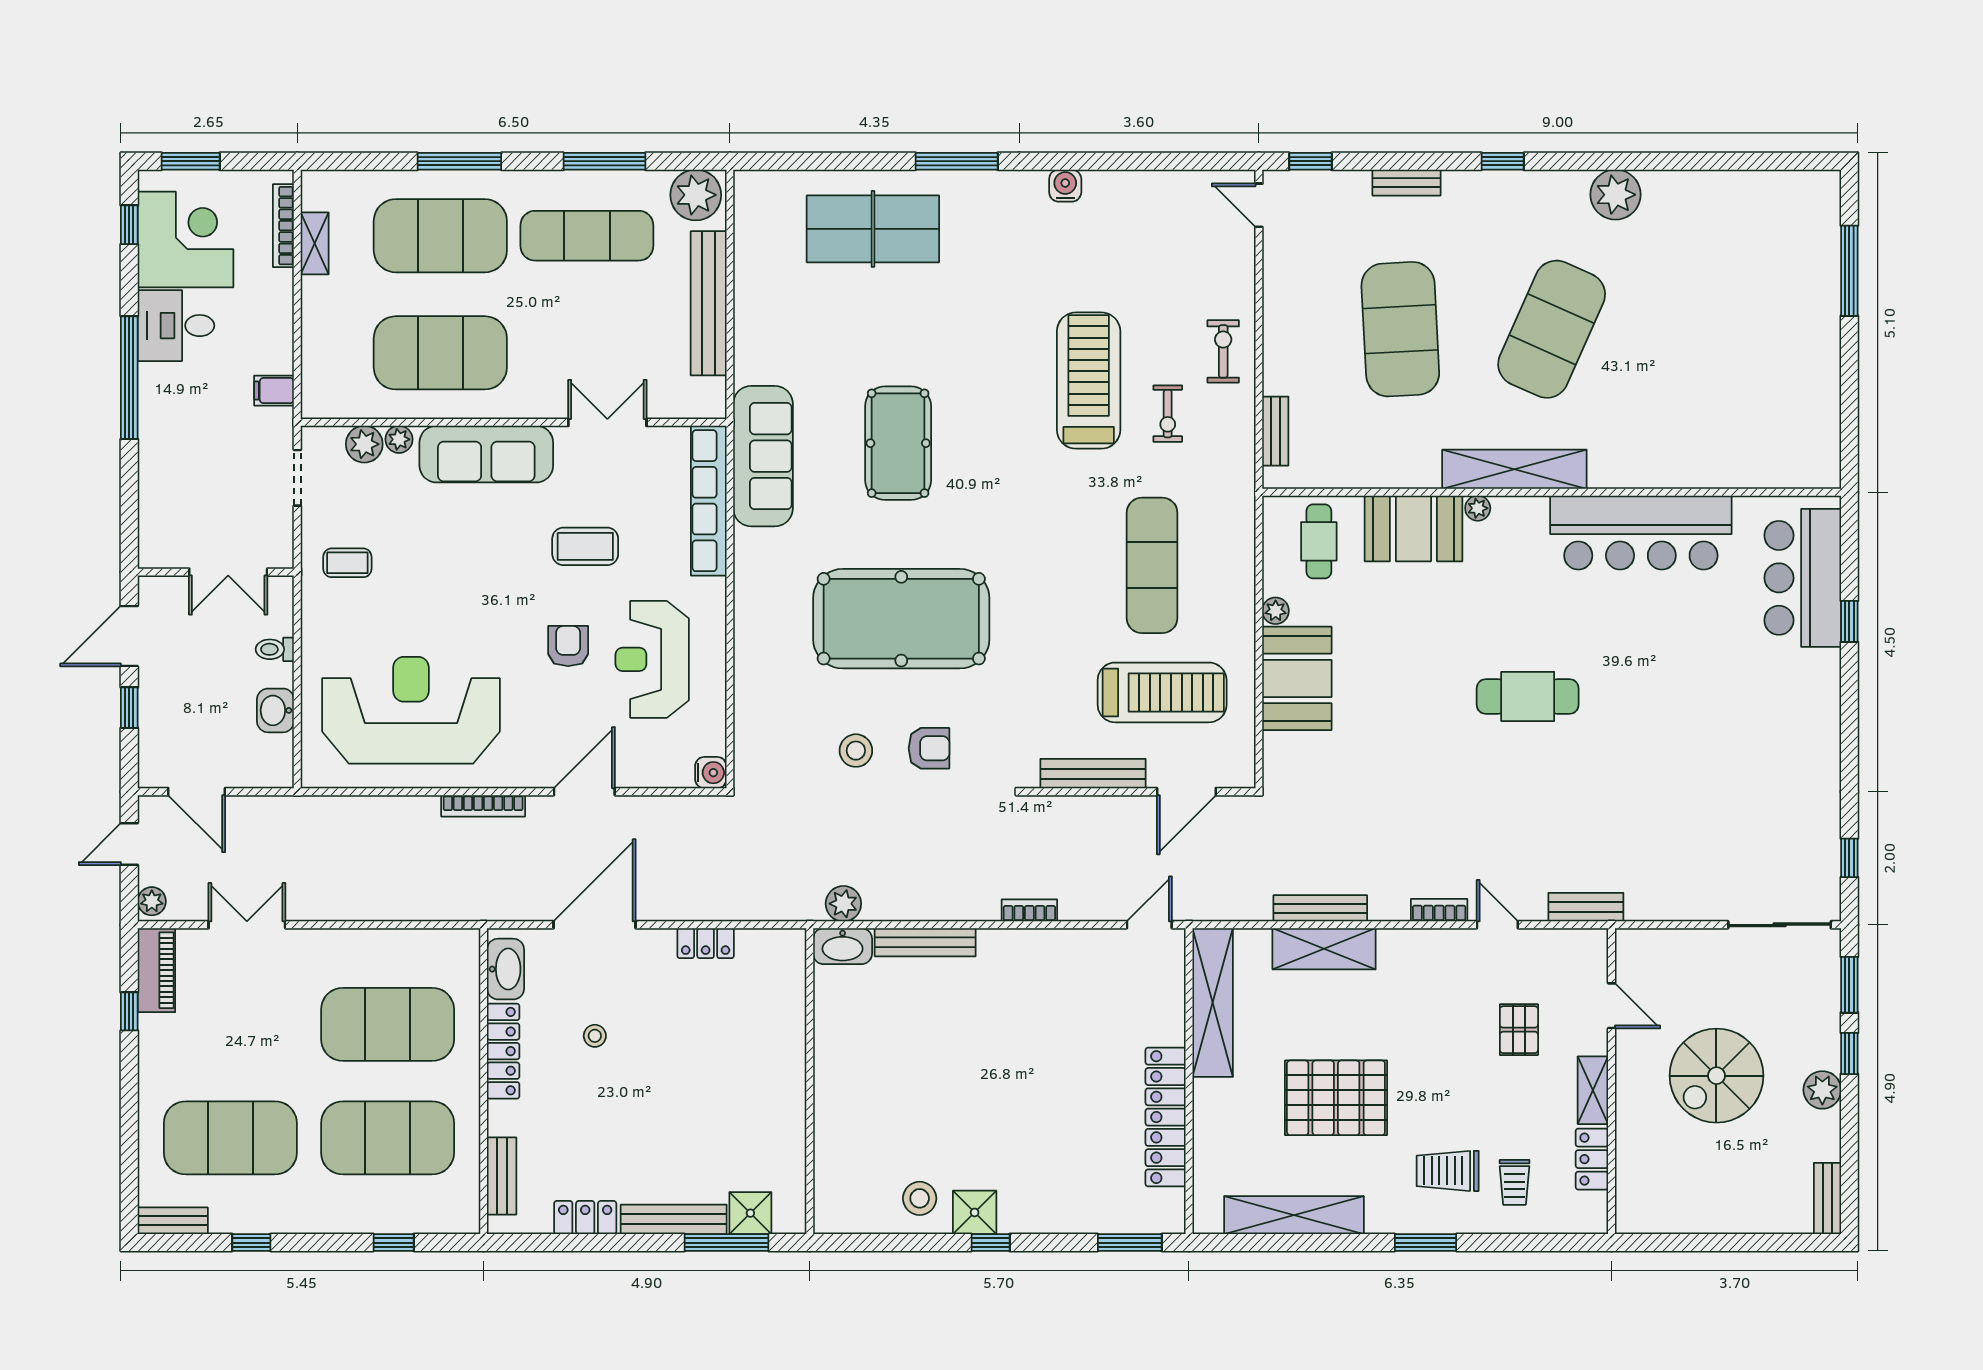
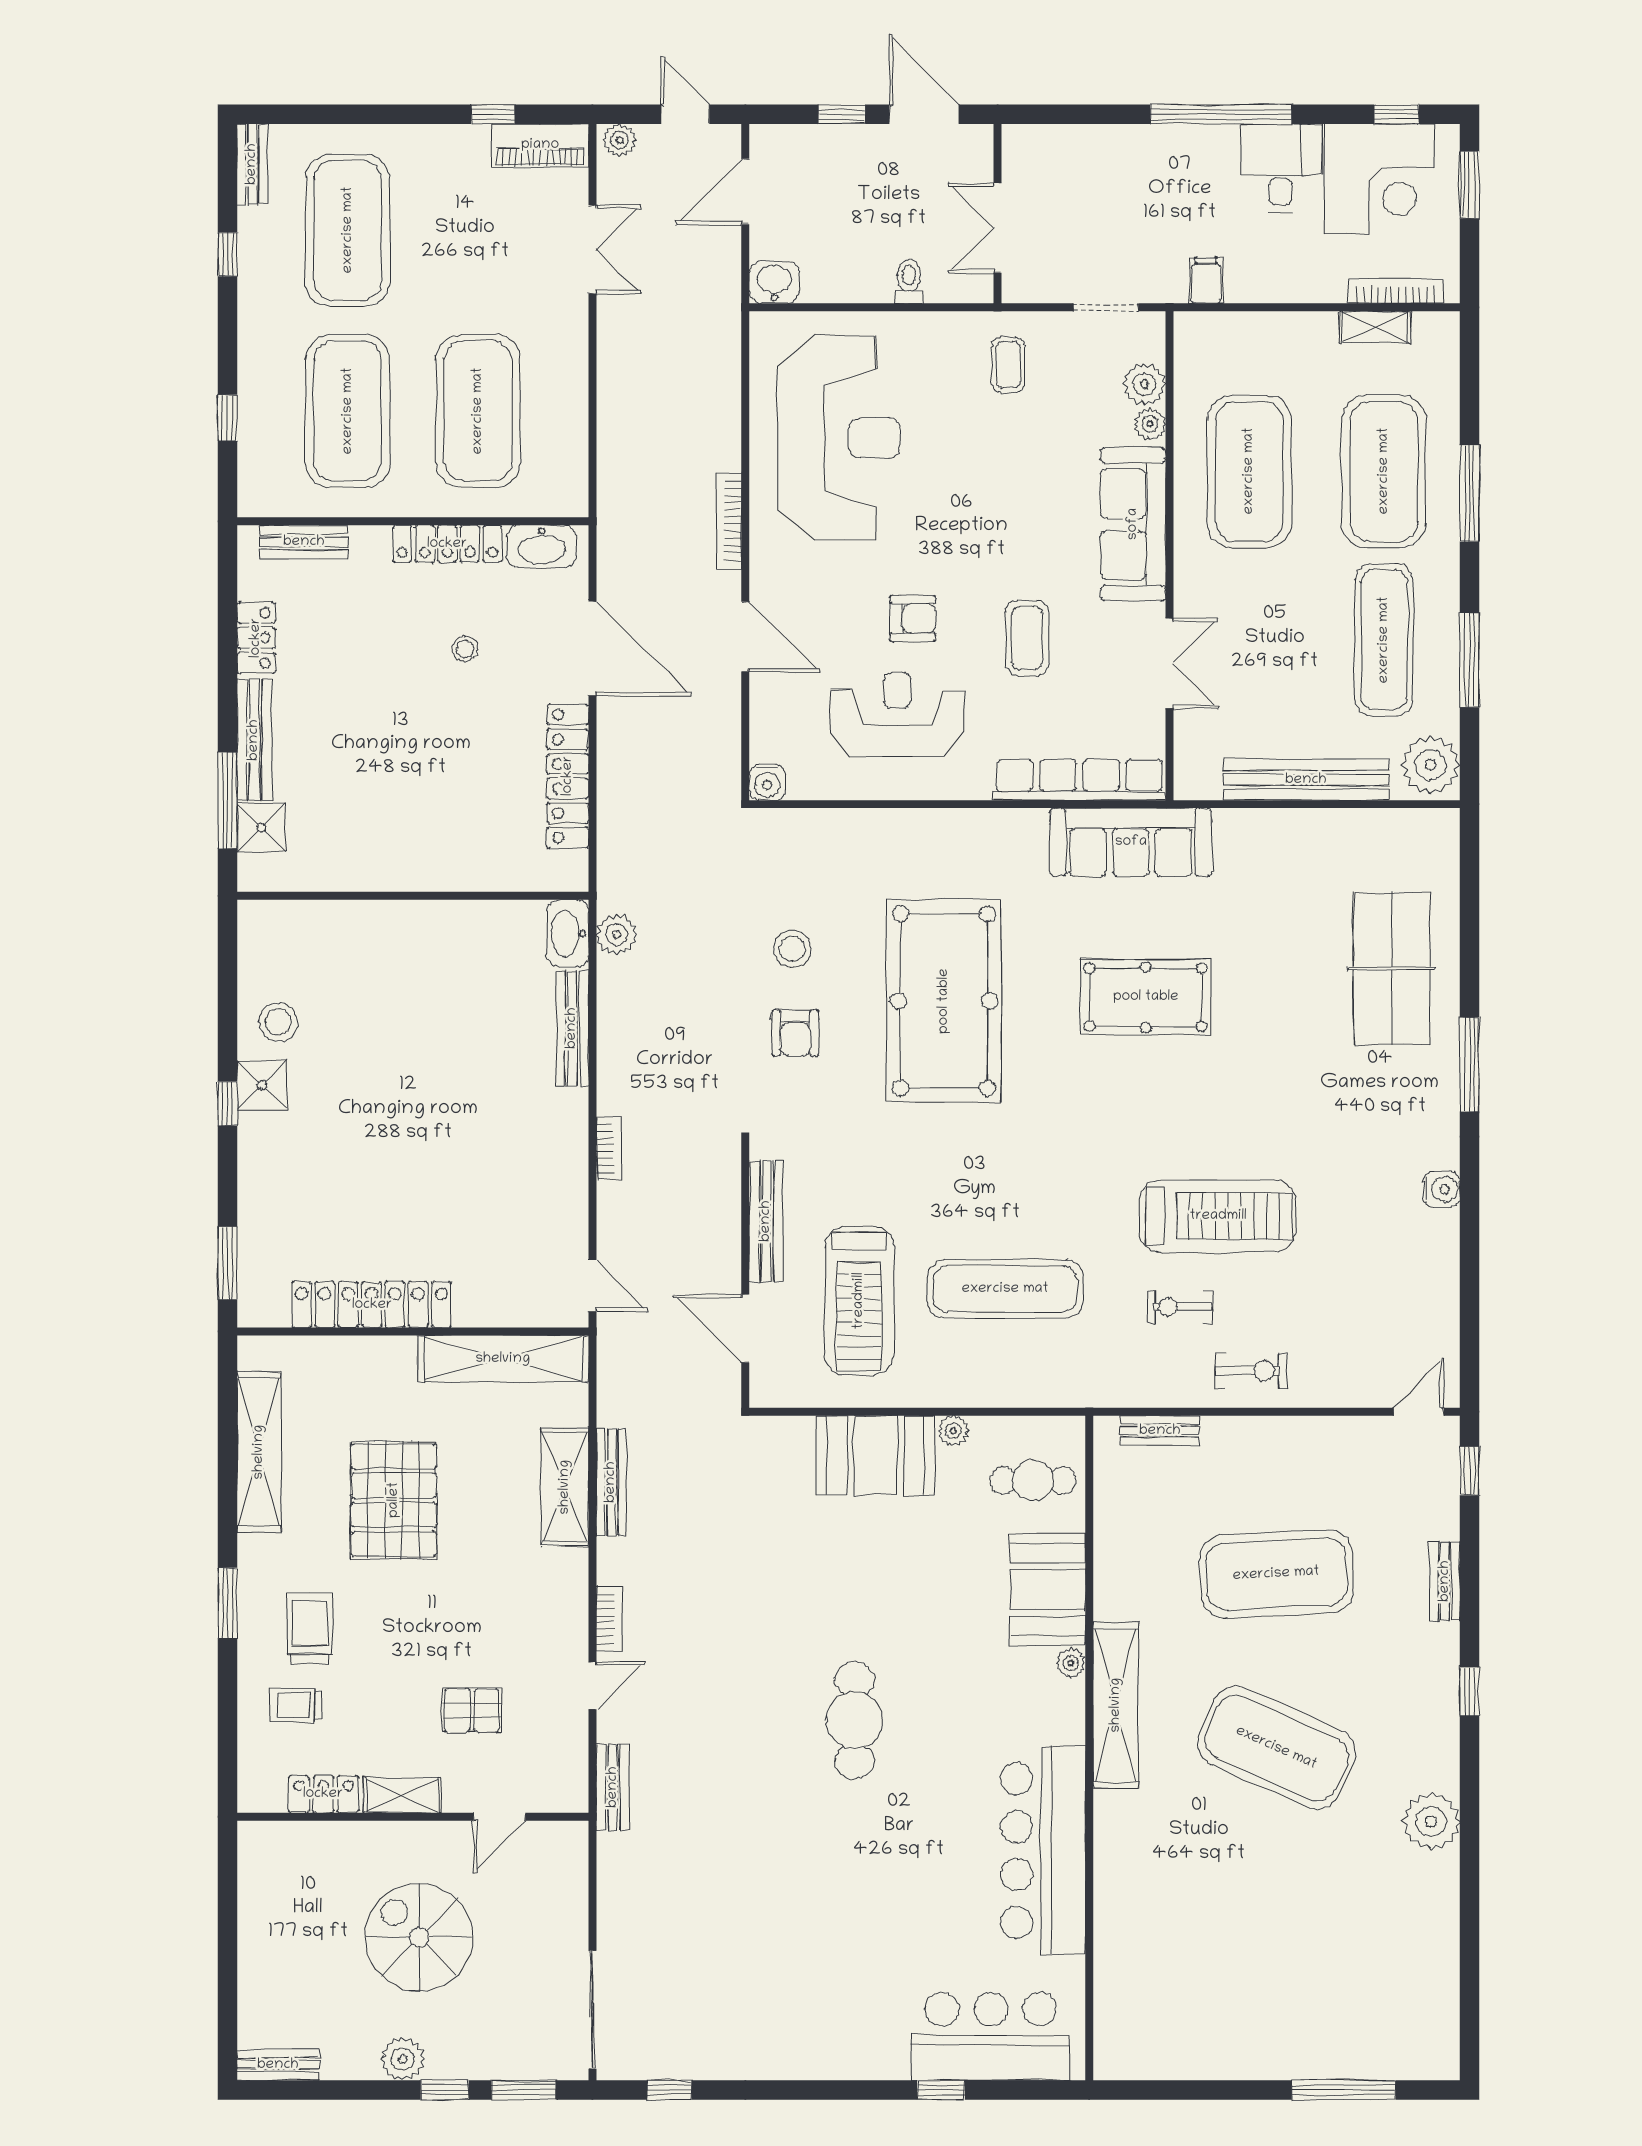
washbasin: (275, 710) -> (774, 282), moved
locker: (706, 943) -> (568, 776), width x2.16, depth x1.21

